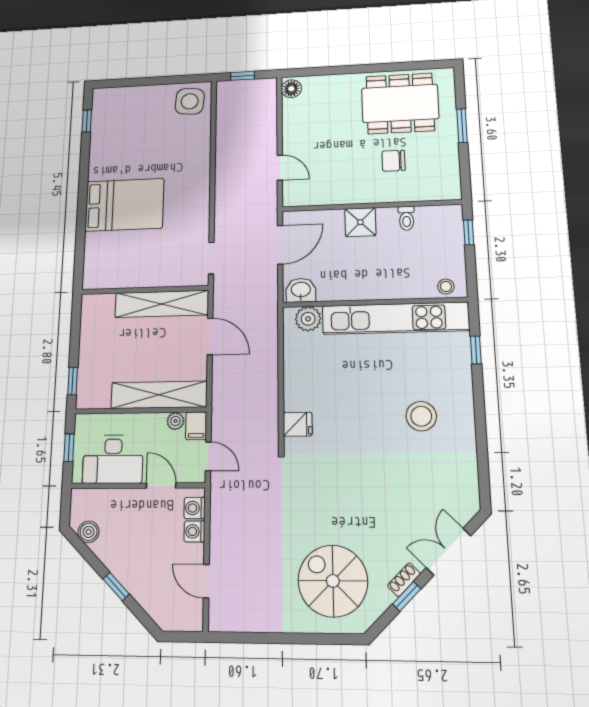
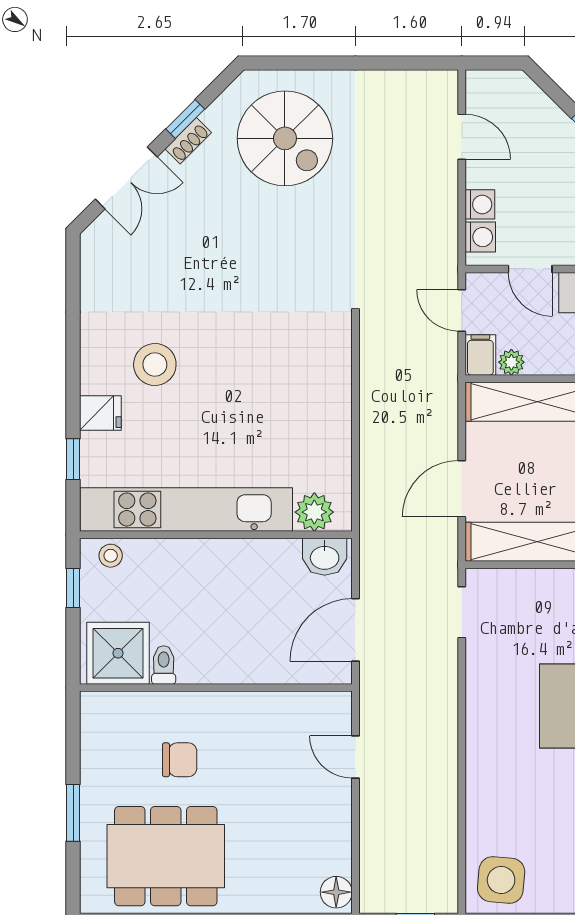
shower: (360, 222) -> (118, 653), moved, width x1.36, depth x1.36
window: (469, 232) -> (73, 588), moved
door: (210, 336) -> (462, 489), hinge flipped
fridge: (298, 424) -> (100, 413), moved, turned 180

